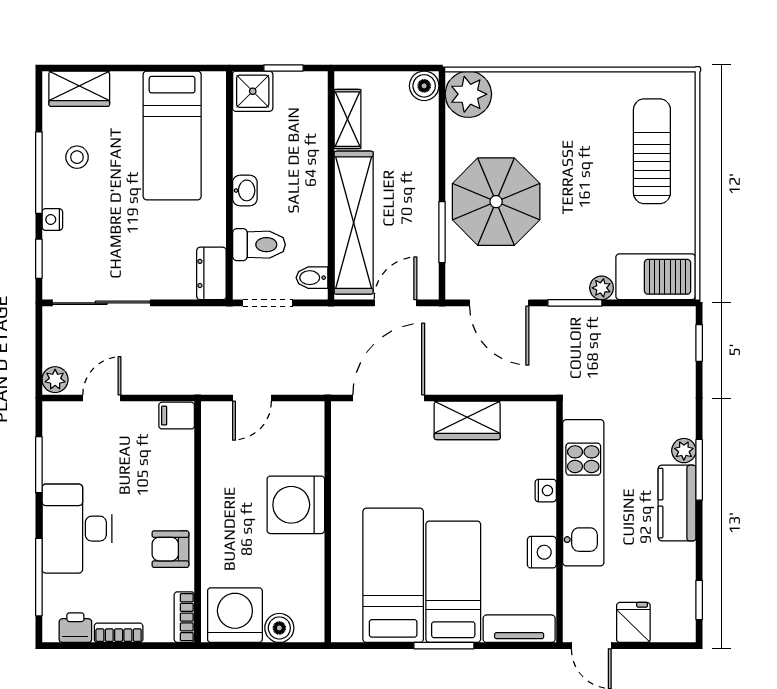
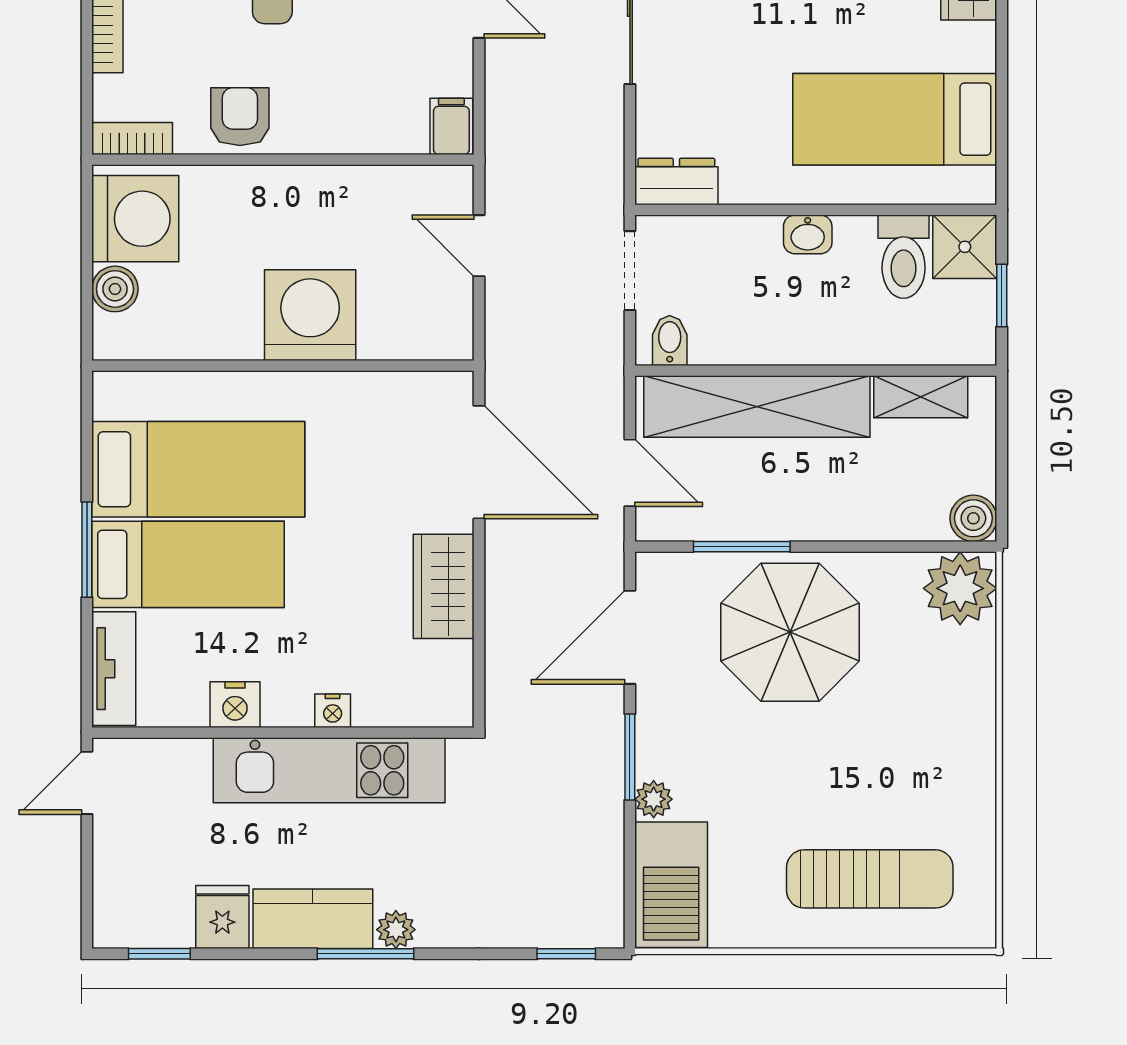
toilet: (259, 245) -> (904, 257), moved
fridge: (633, 622) -> (222, 917), moved, turned -90

